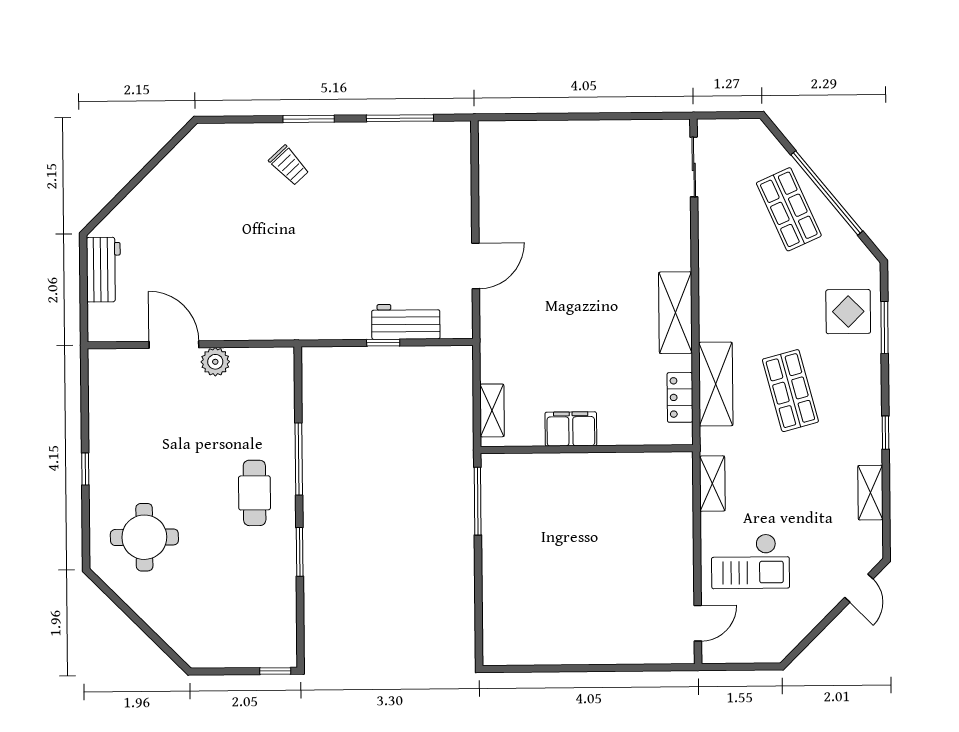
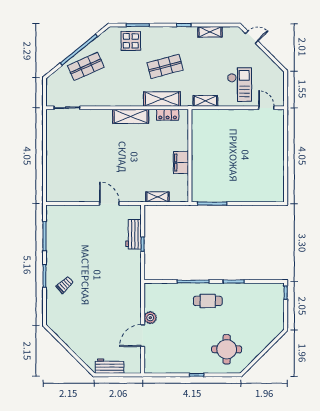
shelving: (492, 410) -> (157, 197), moved

